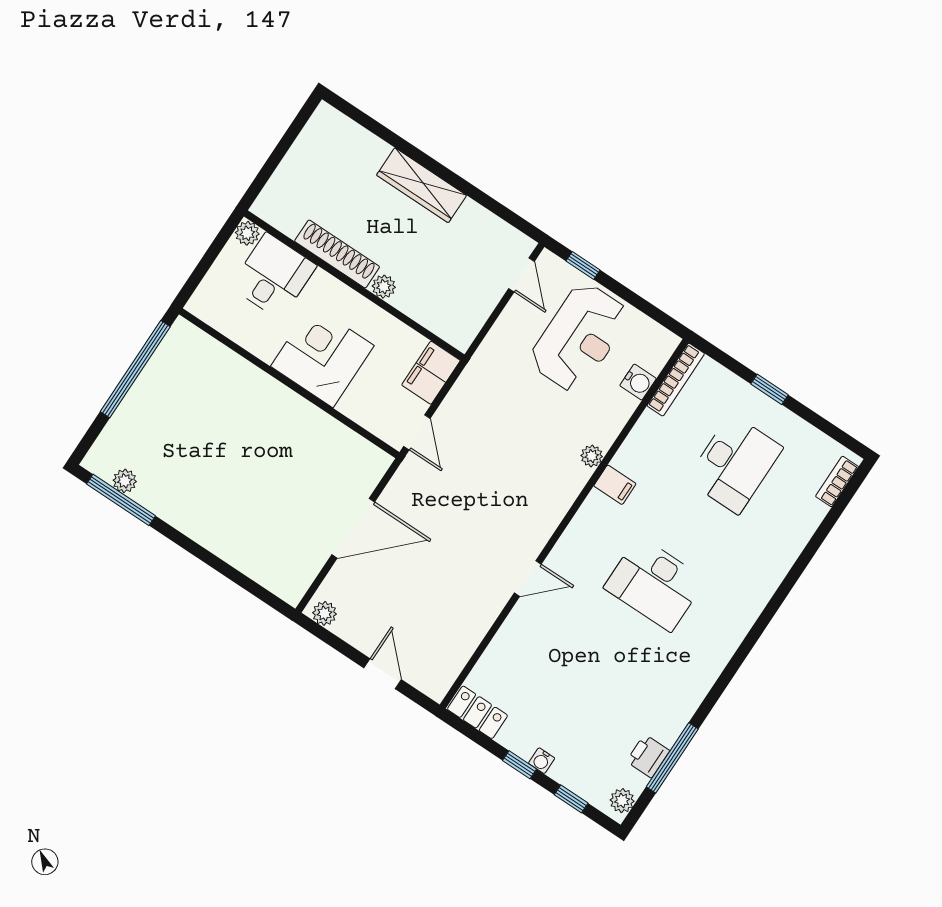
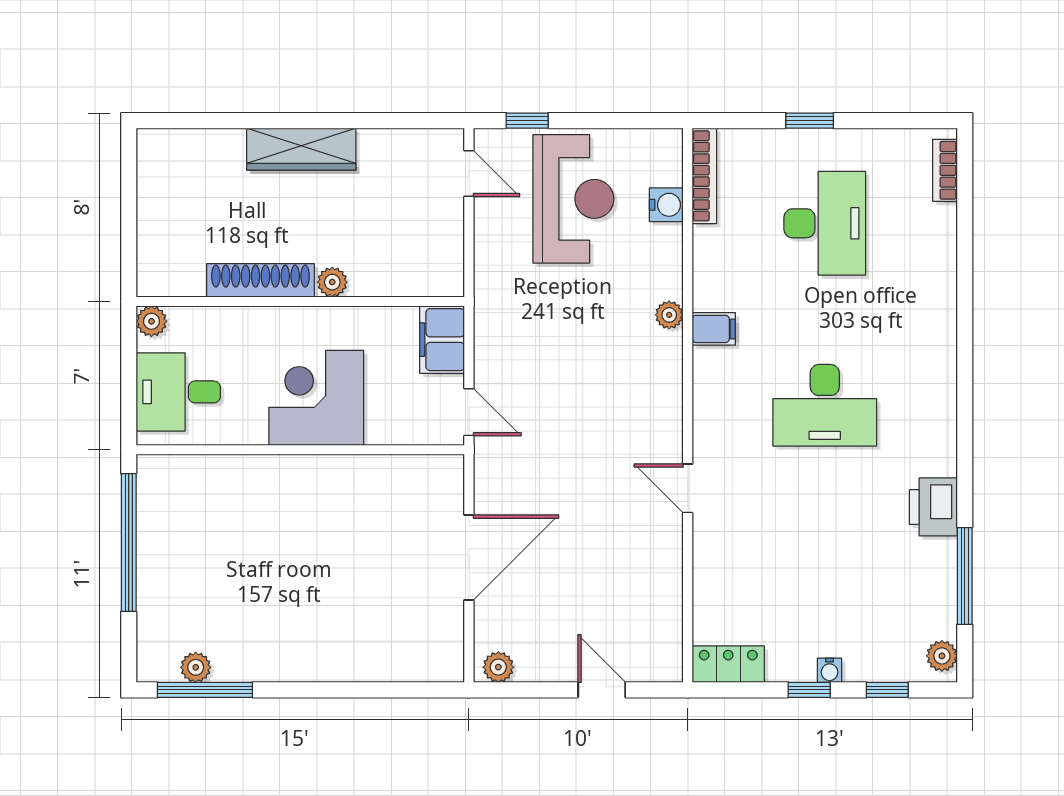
desk: (273, 276) -> (178, 392), moved, turned -90
door: (528, 578) -> (688, 488), swing flipped
printer: (648, 756) -> (933, 507), moved, width x1.36, depth x1.24

